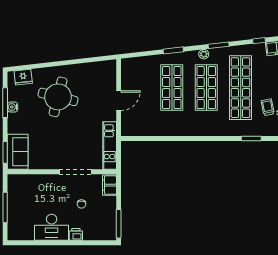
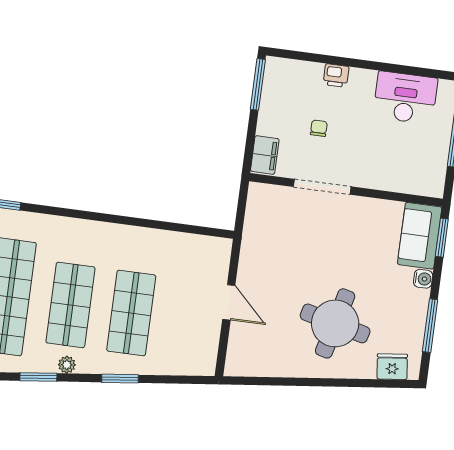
door: (119, 101) -> (229, 302), swing flipped
water cooler: (13, 107) -> (423, 279), moved
kitchen unit: (110, 146) -> (255, 225), removed
desk: (52, 227) -> (405, 98), moved

